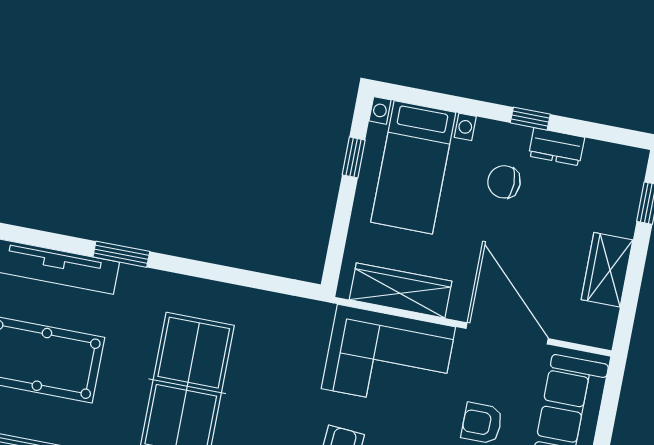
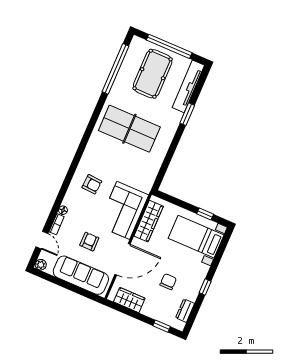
dresser: (557, 147) -> (185, 311), moved
chair: (504, 182) -> (168, 282), moved
wardrobe: (607, 270) -> (129, 300), moved

